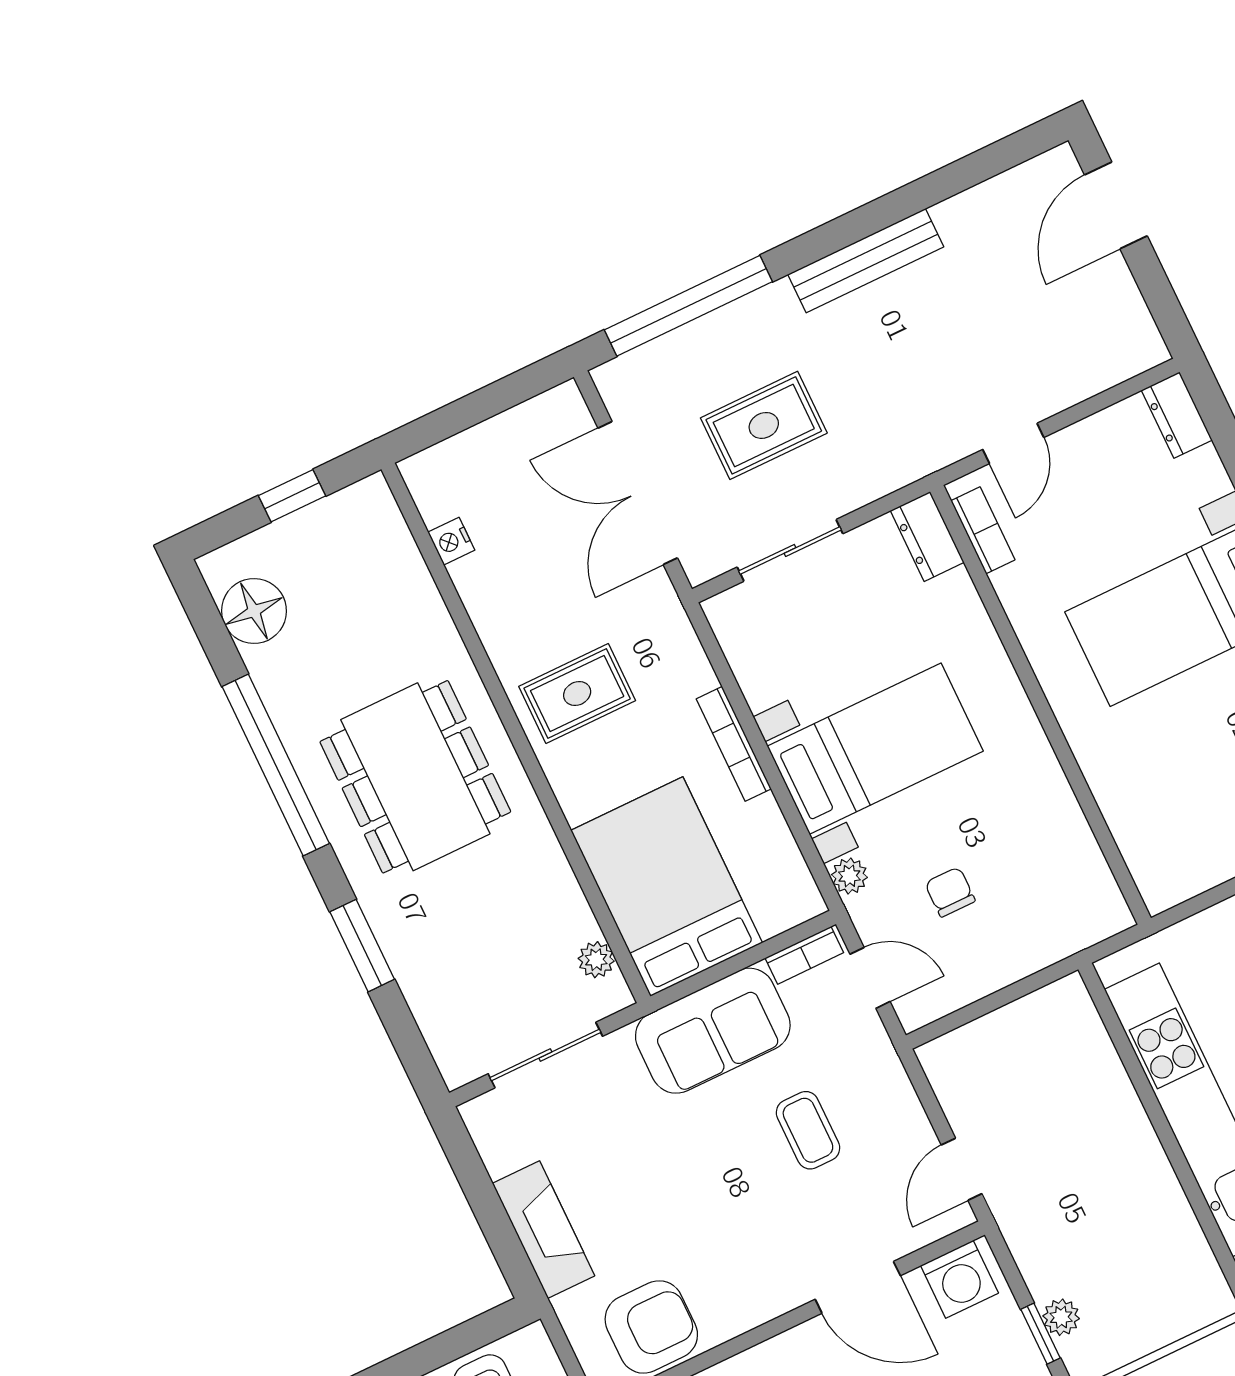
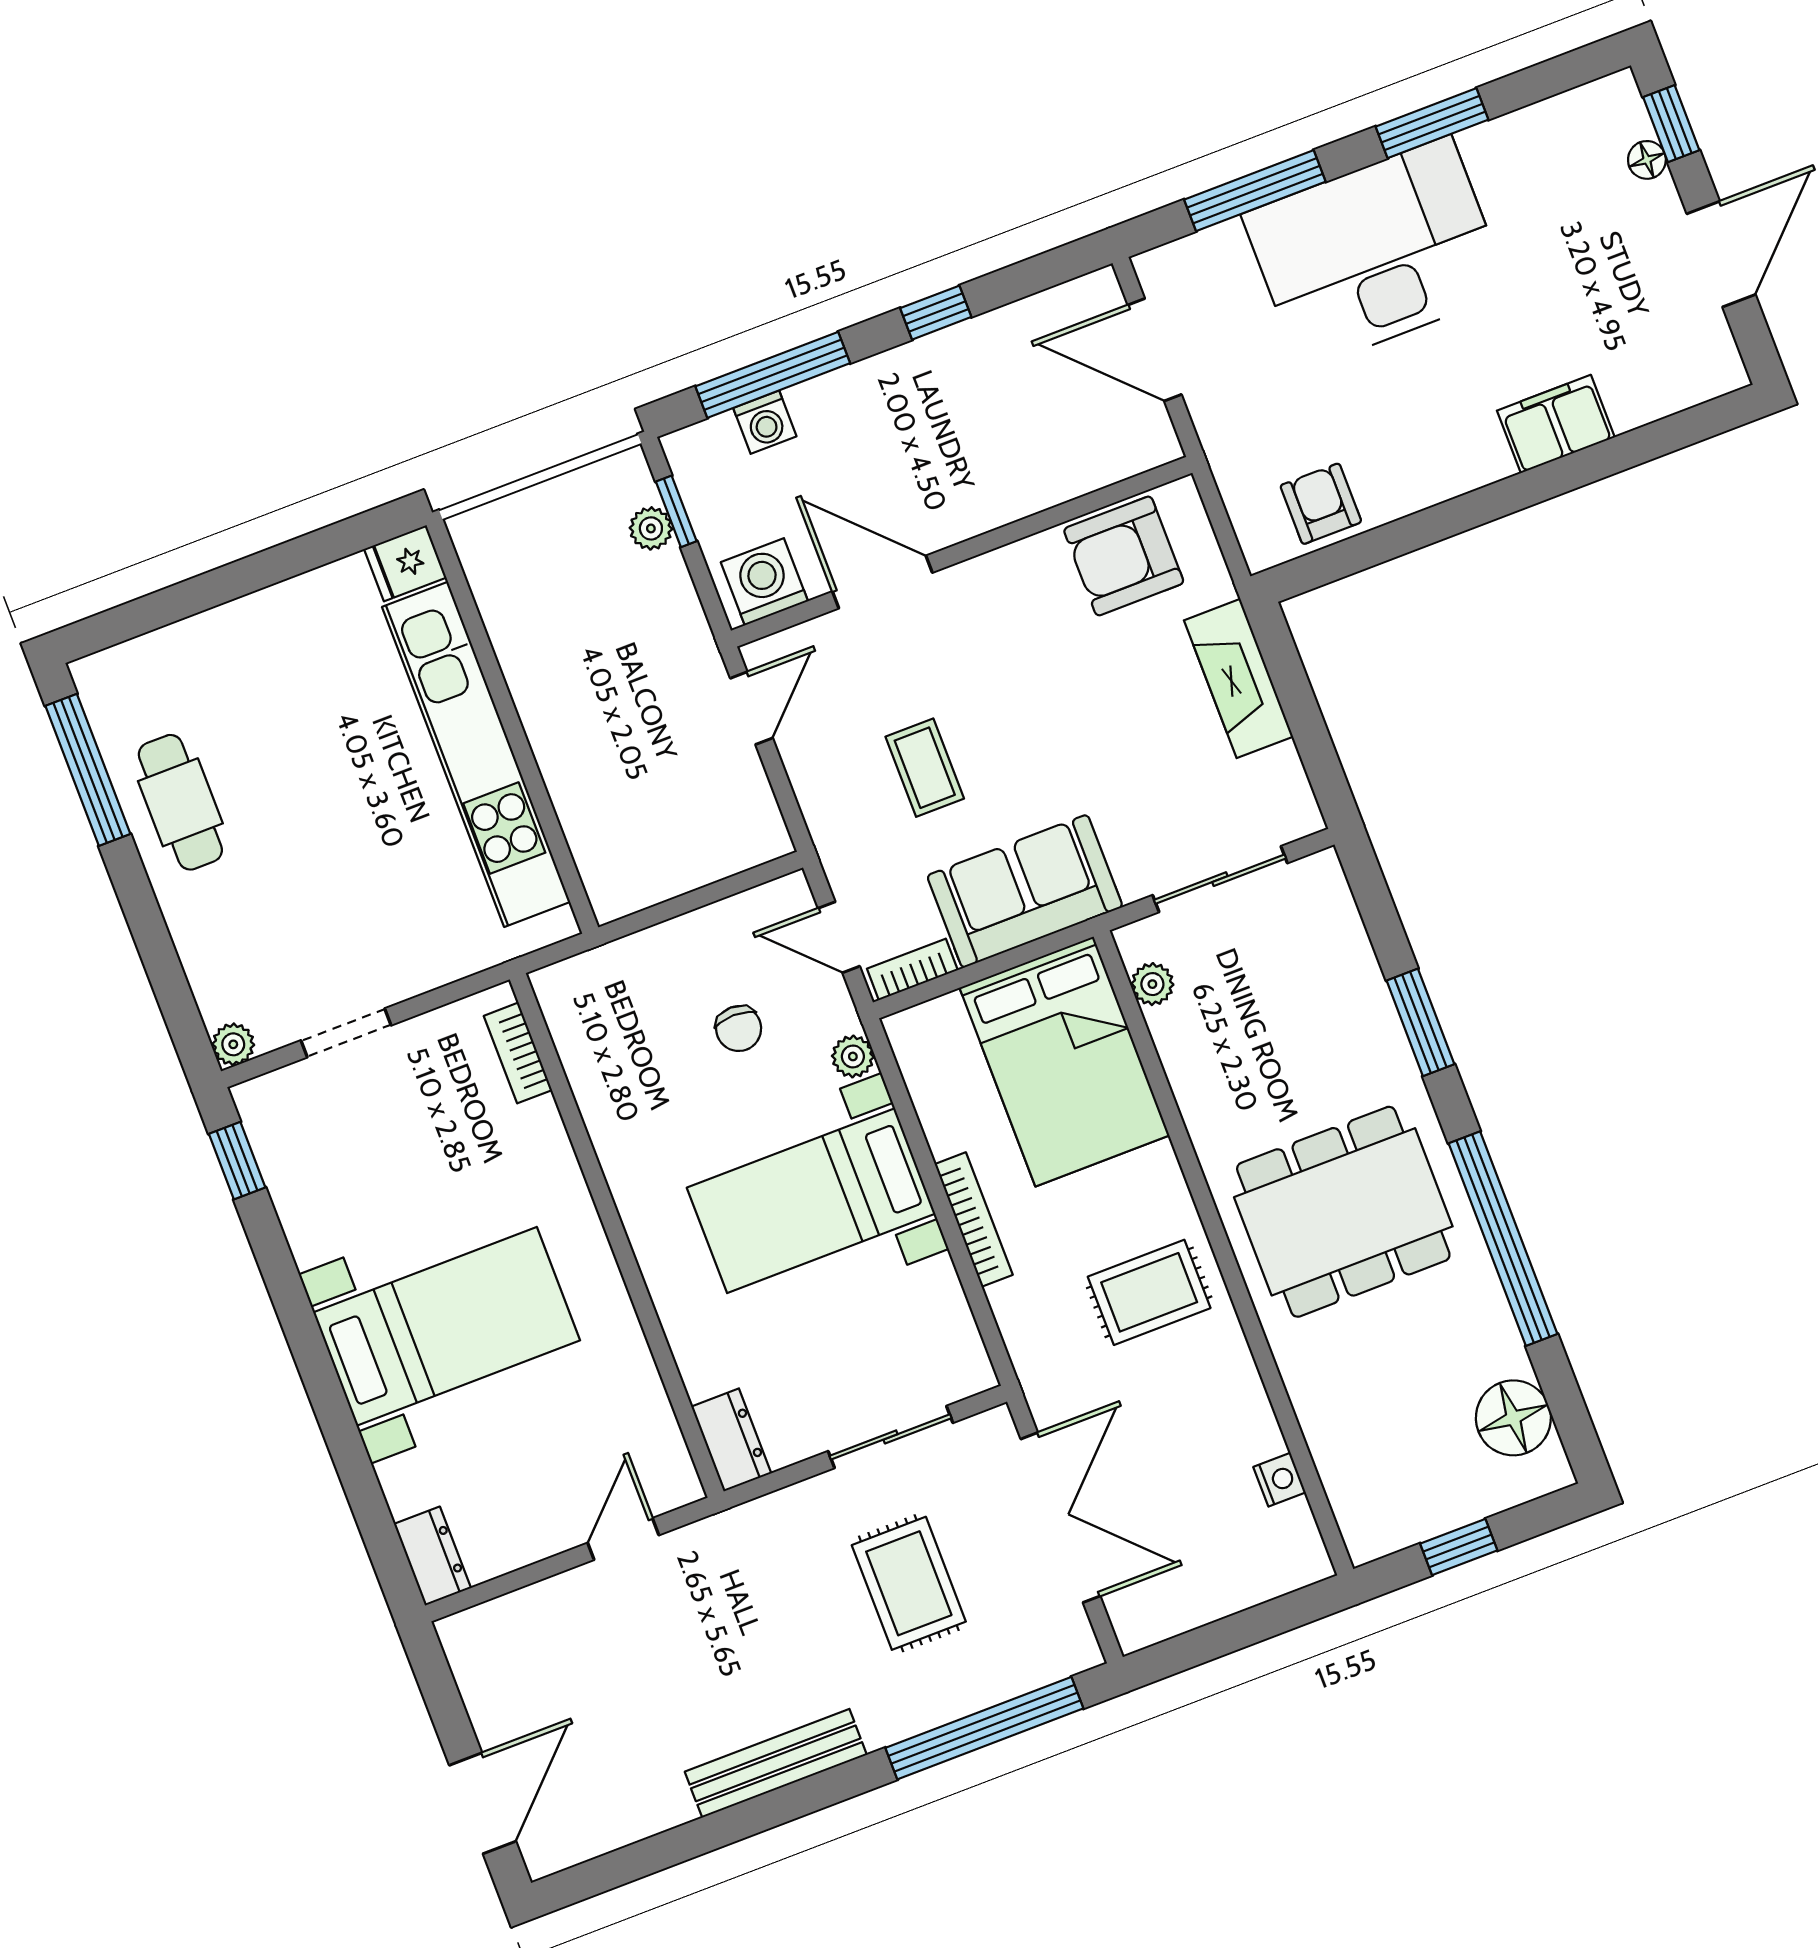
rug: (764, 425) -> (909, 1583), turned 90
bookcase: (983, 530) -> (518, 1053), moved
dining table: (415, 777) -> (1343, 1212), turned 90

